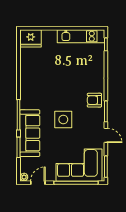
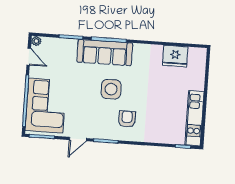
fridge: (31, 38) -> (175, 56), moved, turned -90
armchair: (94, 100) -> (127, 119), moved
side table: (63, 119) -> (111, 89), moved
sofa: (30, 133) -> (105, 53), moved

